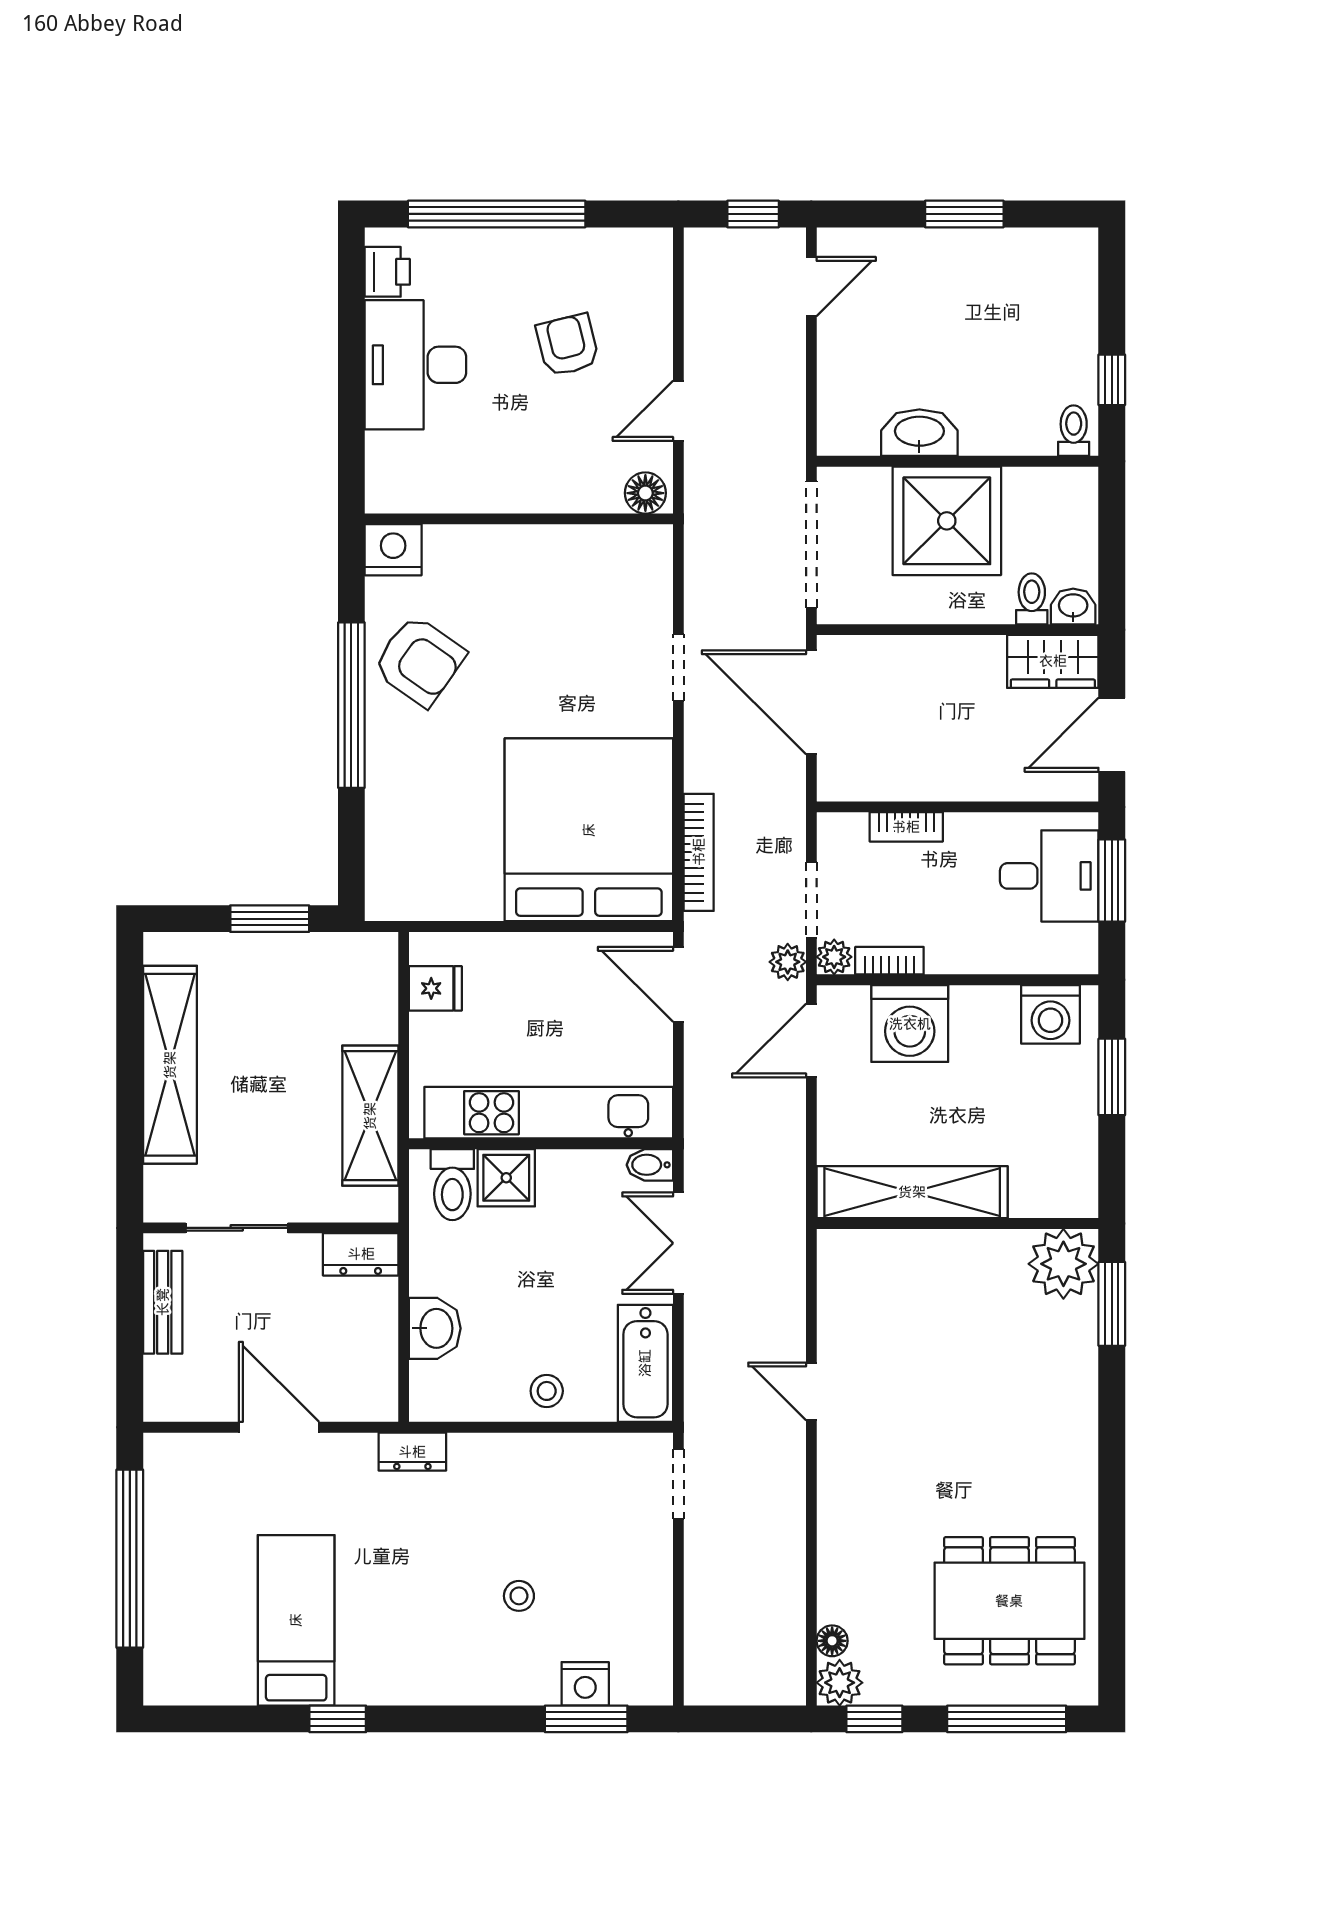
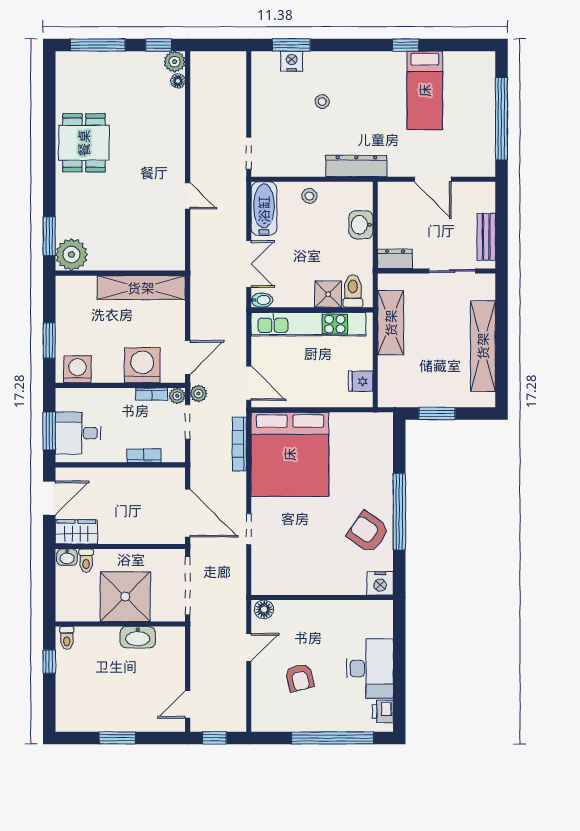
dresser: (412, 1452) -> (356, 166), width x1.96, depth x1.24
dining table: (1009, 1601) -> (84, 143), moved, width x0.73

